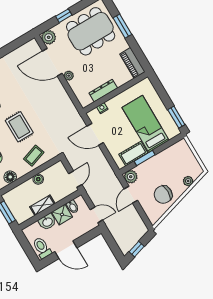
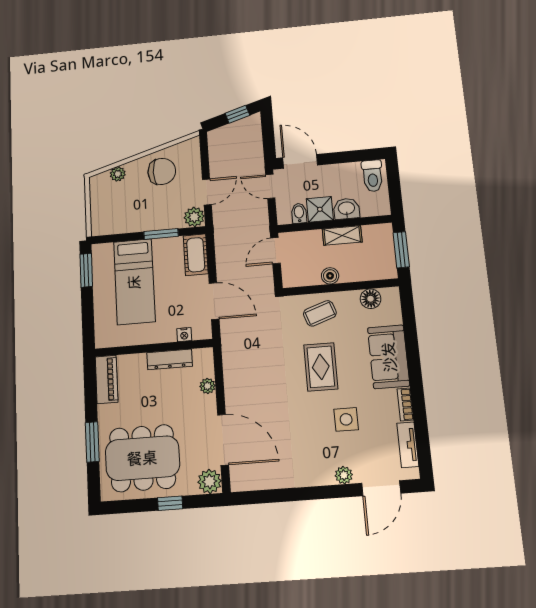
plant: (69, 76) -> (208, 386), moved
cot: (133, 154) -> (196, 255), moved, turned 90
door: (66, 250) -> (300, 161), moved

